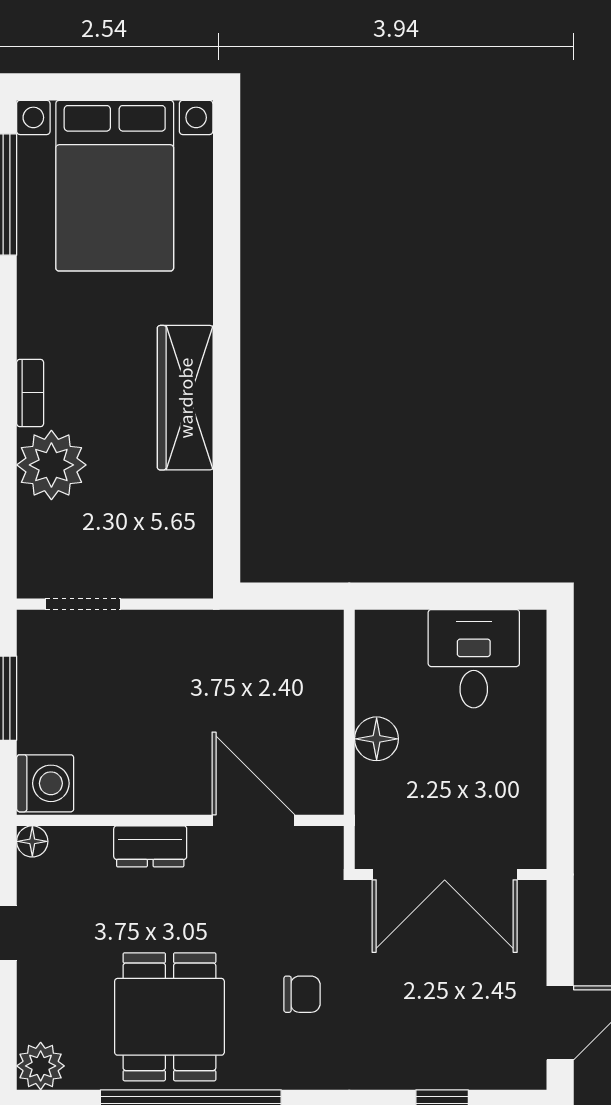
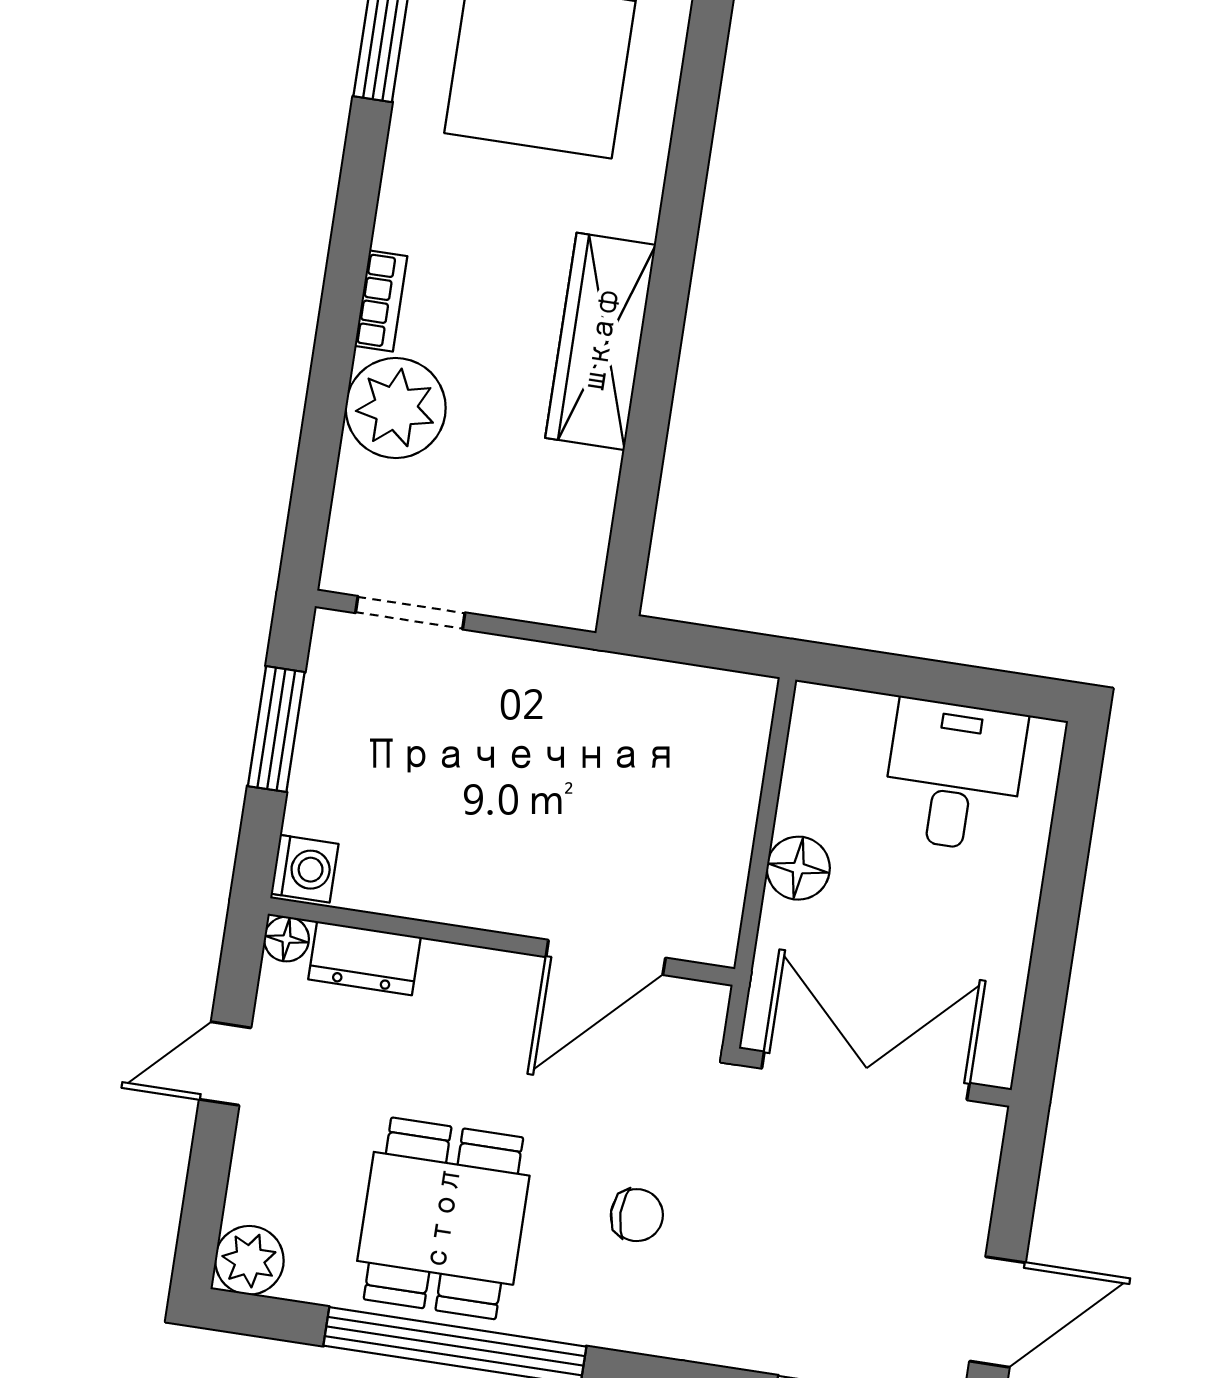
washing machine: (45, 783) -> (305, 869), width x0.73, depth x0.73
door: (253, 820) -> (606, 957), swing flipped
dresser: (150, 846) -> (365, 958), moved
double door: (445, 874) -> (866, 1076), swing flipped

